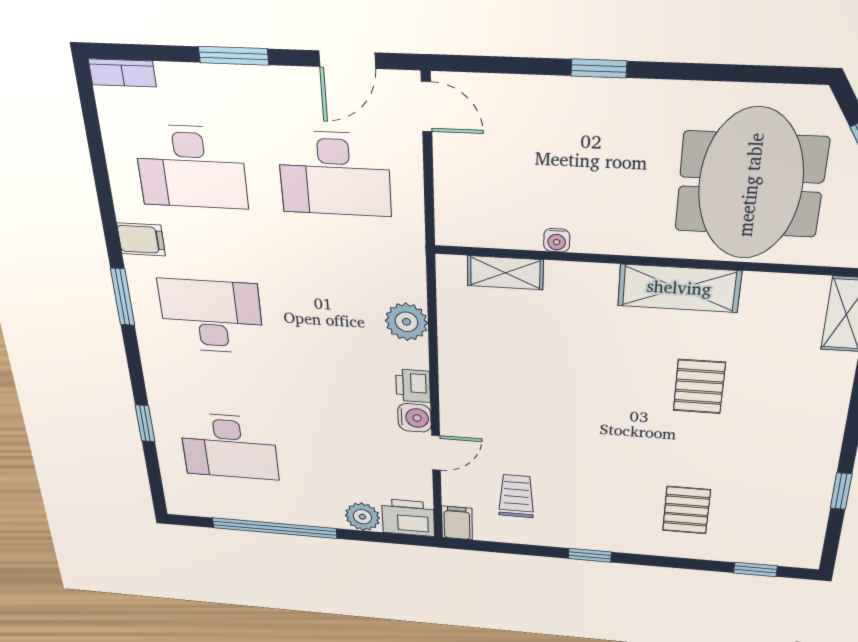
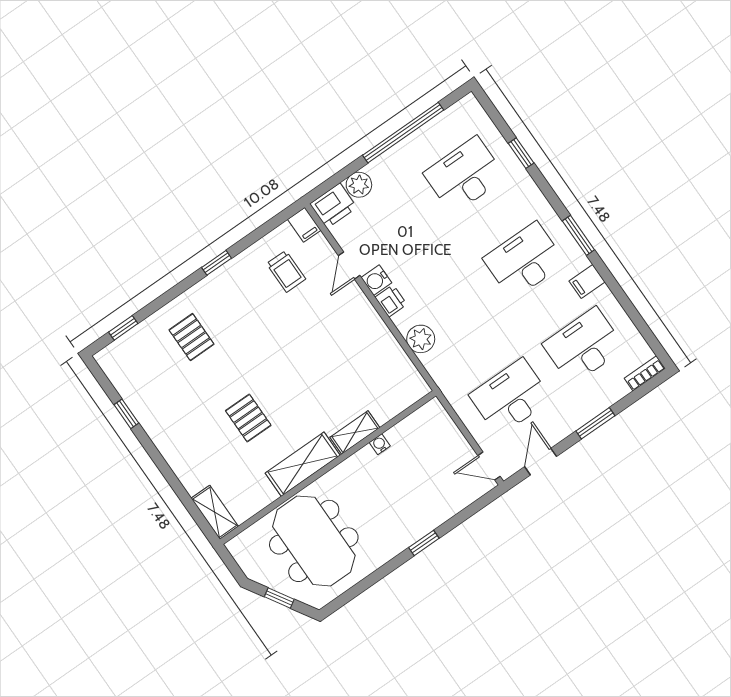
shelving: (505, 273) -> (355, 433), moved
desk: (211, 316) -> (524, 261), turned 180

